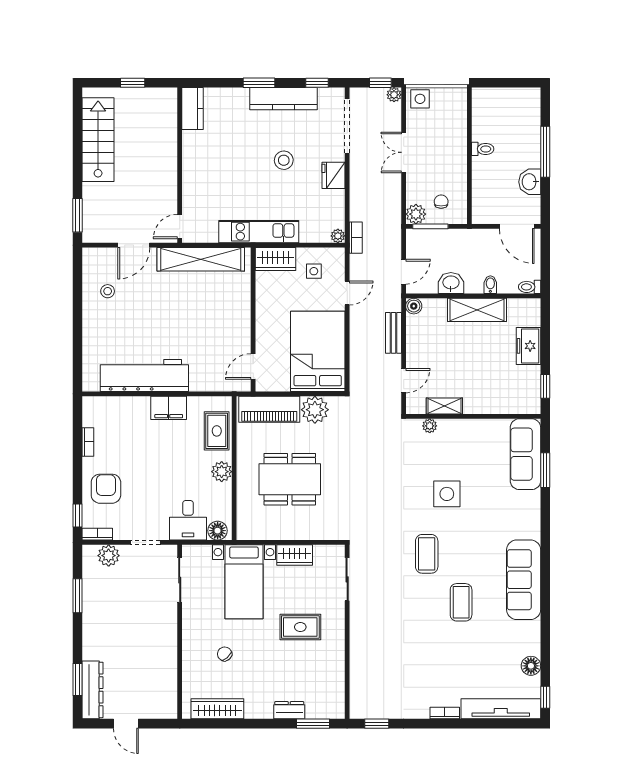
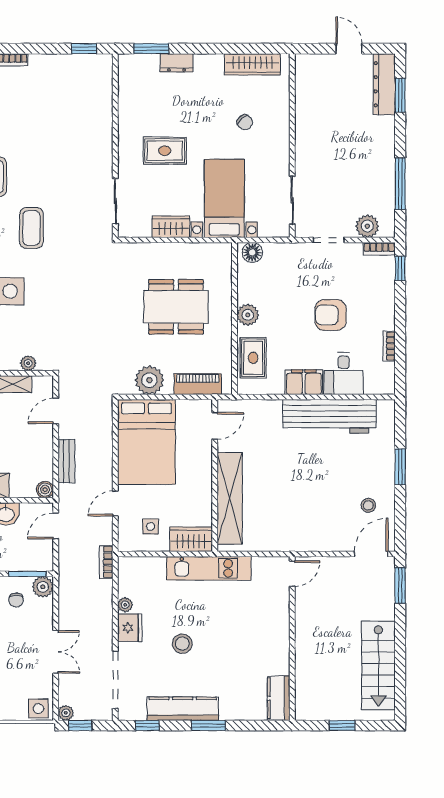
plant: (338, 236) -> (125, 605), moved
door: (134, 245) -> (371, 554), moved
shelving: (201, 259) -> (230, 498), moved, turned 90
window: (77, 328) -> (400, 467), added
piano: (269, 409) -> (198, 384), width x0.73, depth x0.75
armchair: (106, 489) -> (331, 315), moved, turned 90
desk: (188, 520) -> (344, 374), moved, turned 180
window: (77, 596) -> (400, 184), width x1.44

